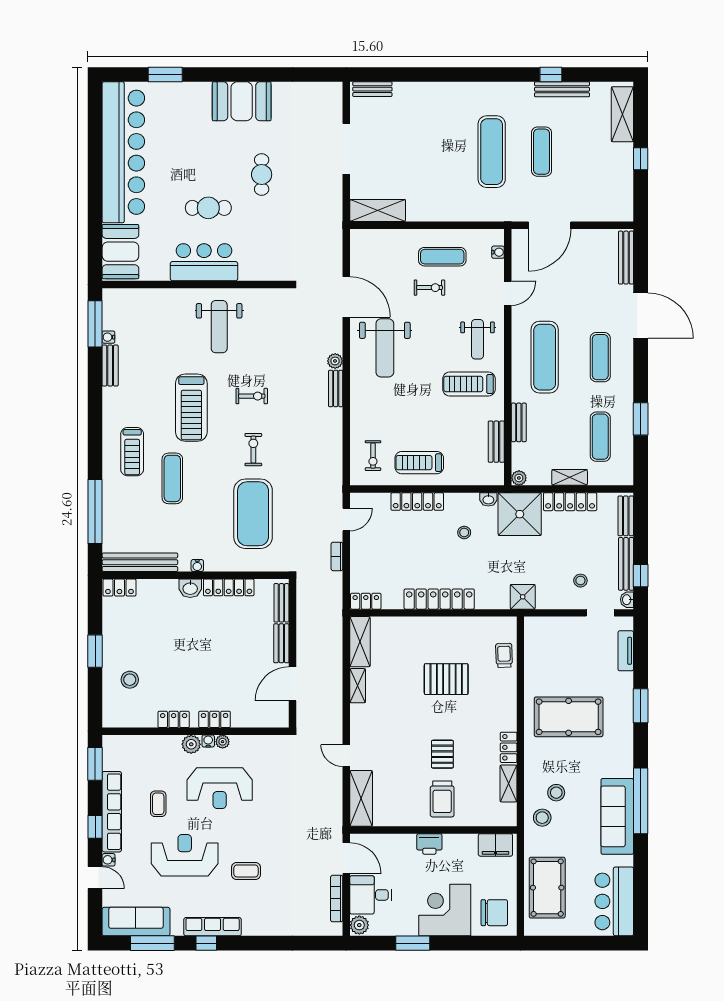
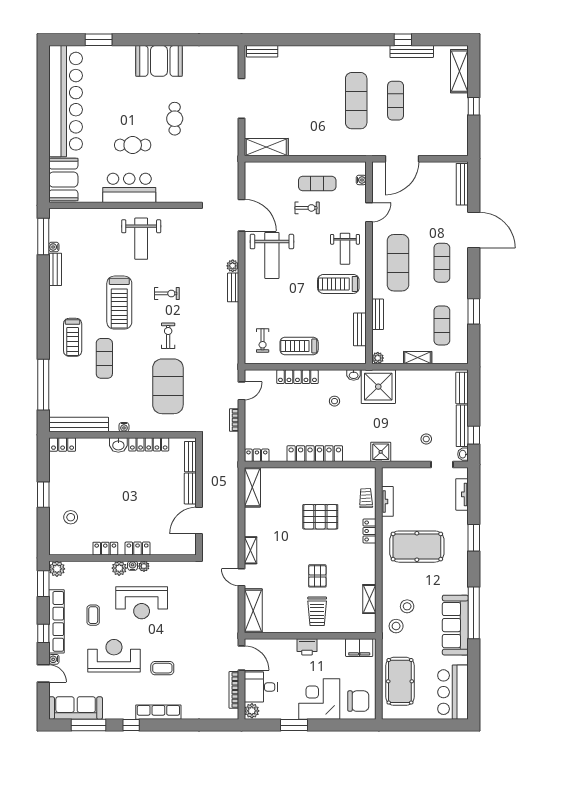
locker: (570, 502) -> (418, 377), removed
tv unit: (531, 660) -> (387, 501), added
shelving: (358, 686) -> (250, 550), moved
plant: (112, 745) -> (57, 569), added
locker: (509, 747) -> (370, 531), moved
row of seats: (213, 927) -> (158, 712), moved

